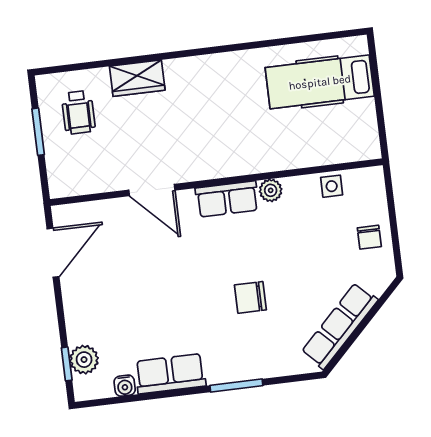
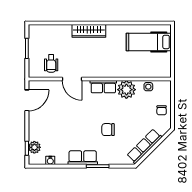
wardrobe: (137, 78) -> (89, 31), moved, width x1.50
wheelchair: (78, 112) -> (51, 63), moved
plant: (271, 190) -> (126, 90), width x1.87, depth x1.87
row of seats: (170, 374) -> (83, 158), moved

